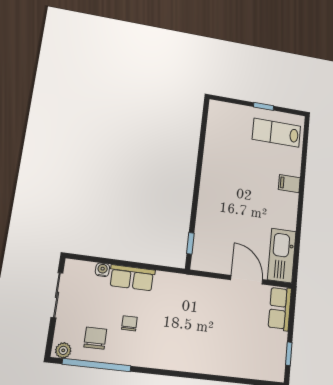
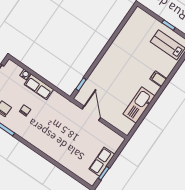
kitchen sink: (282, 256) -> (139, 105), moved
door: (247, 280) -> (91, 113), moved
row of seats: (280, 308) -> (102, 162), moved

